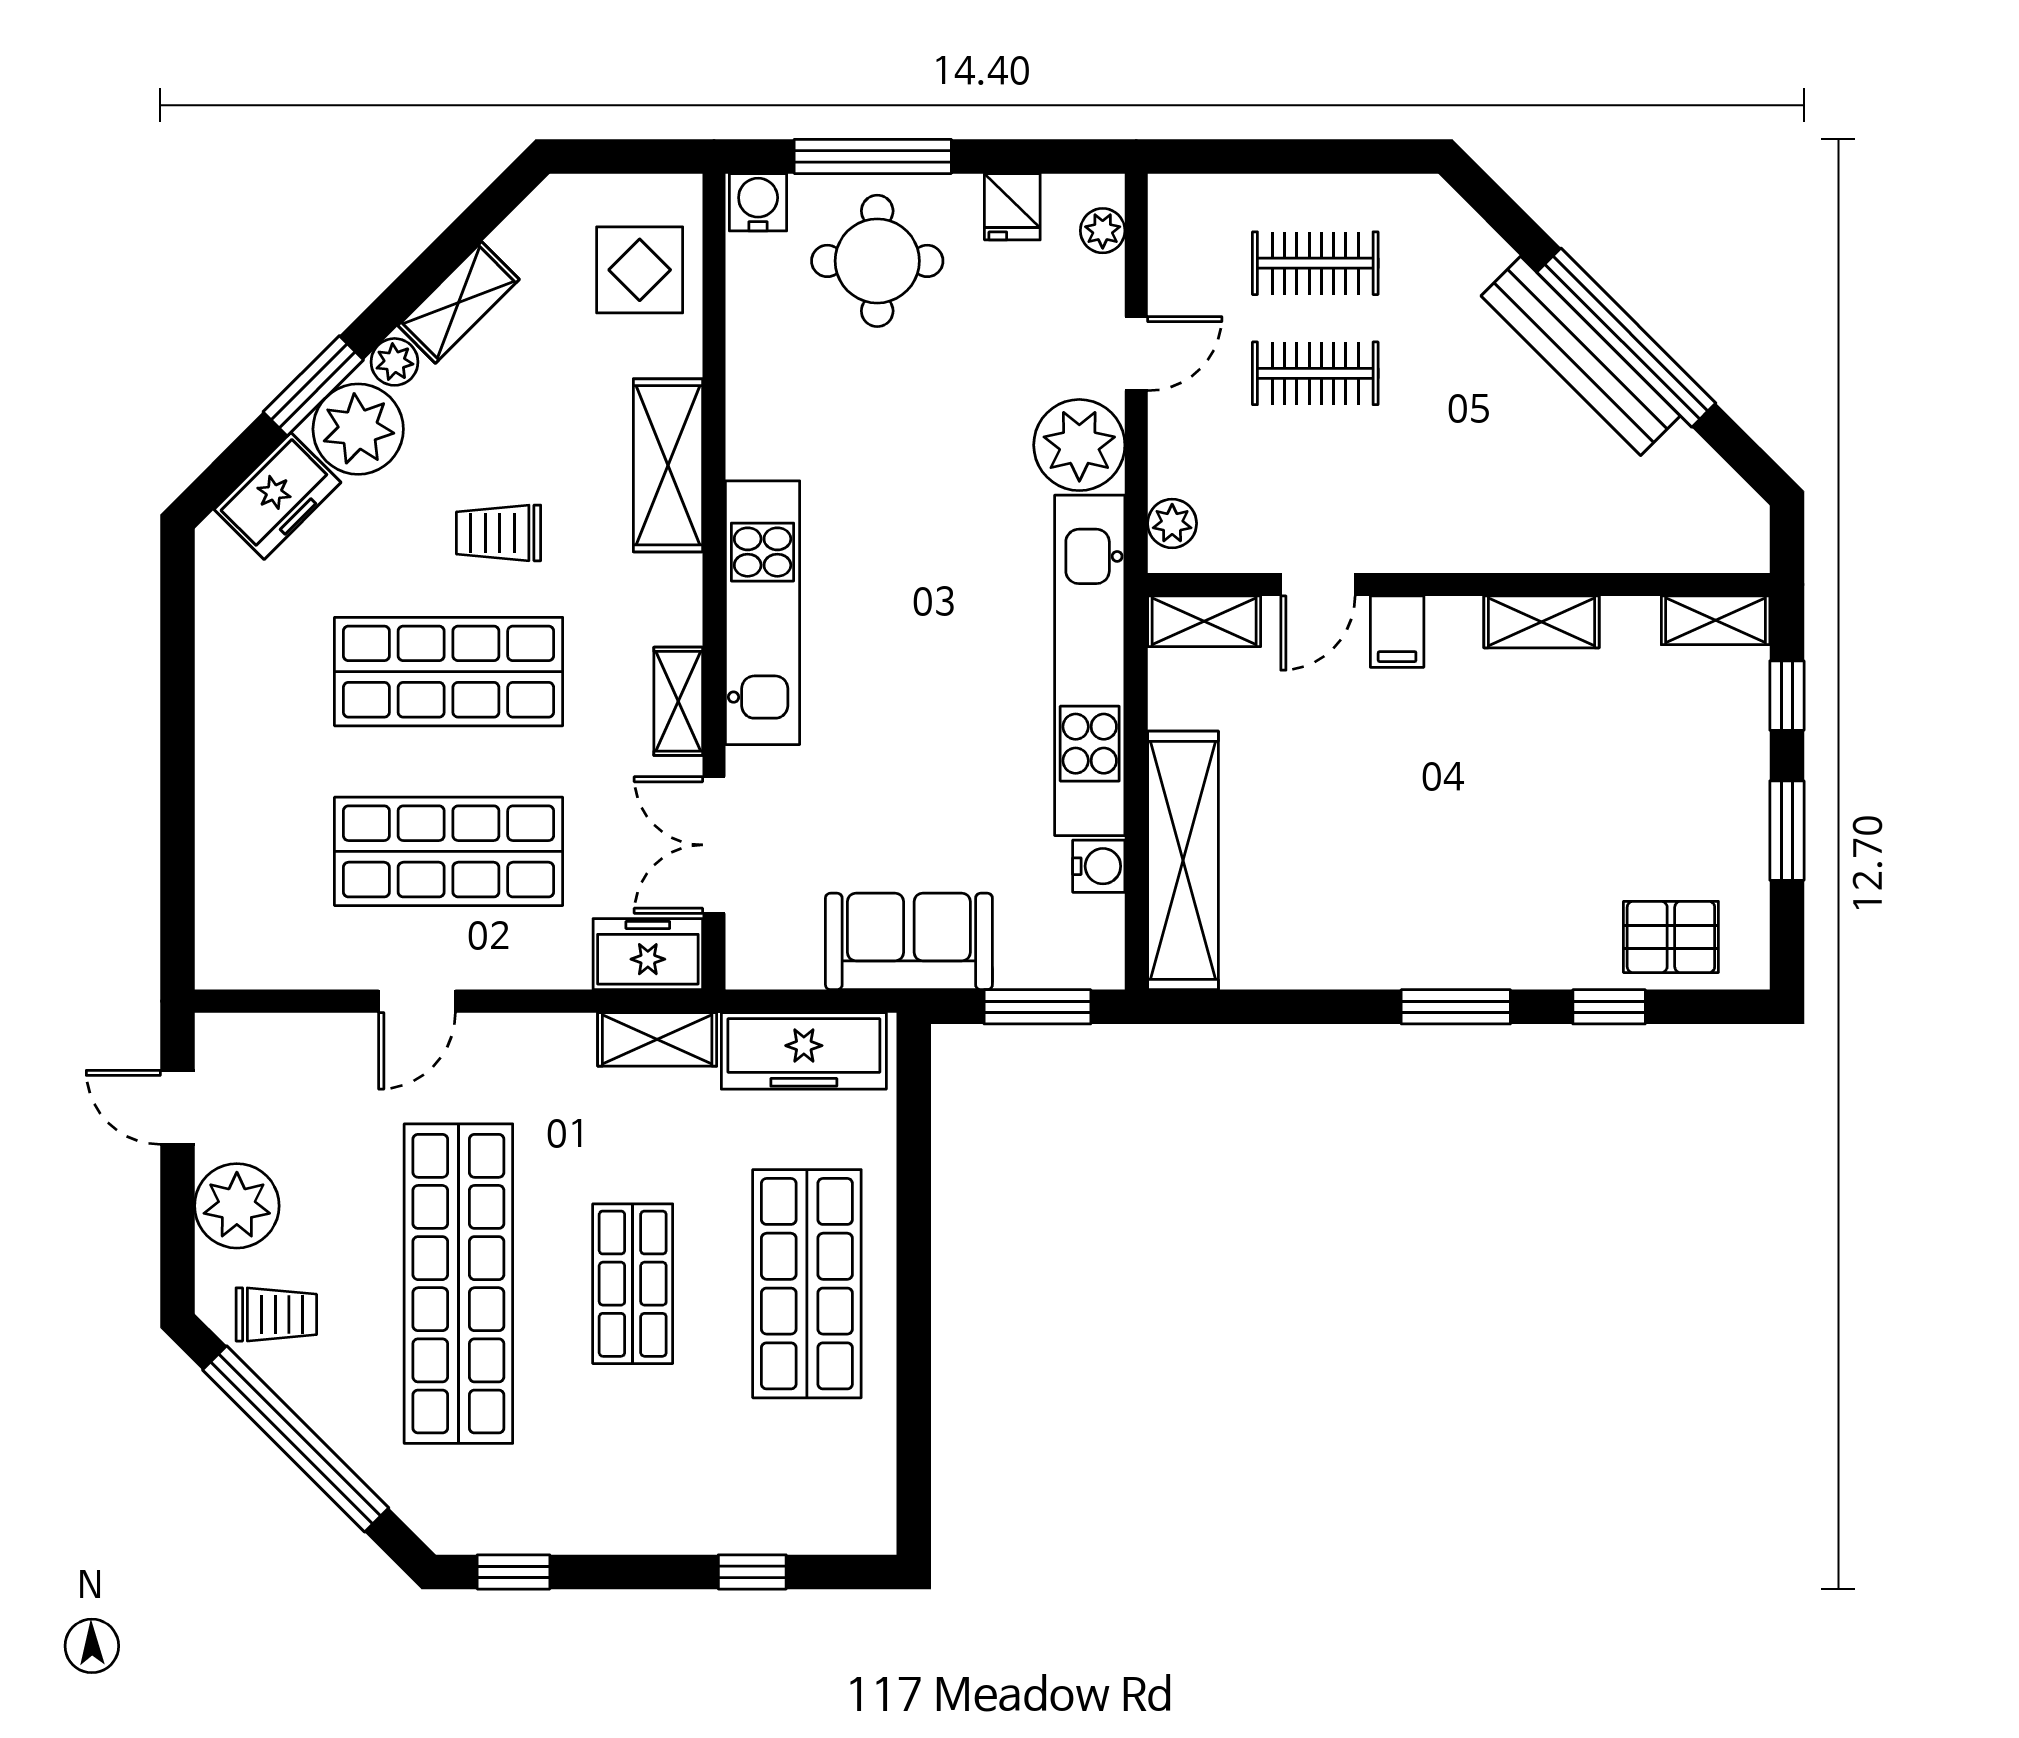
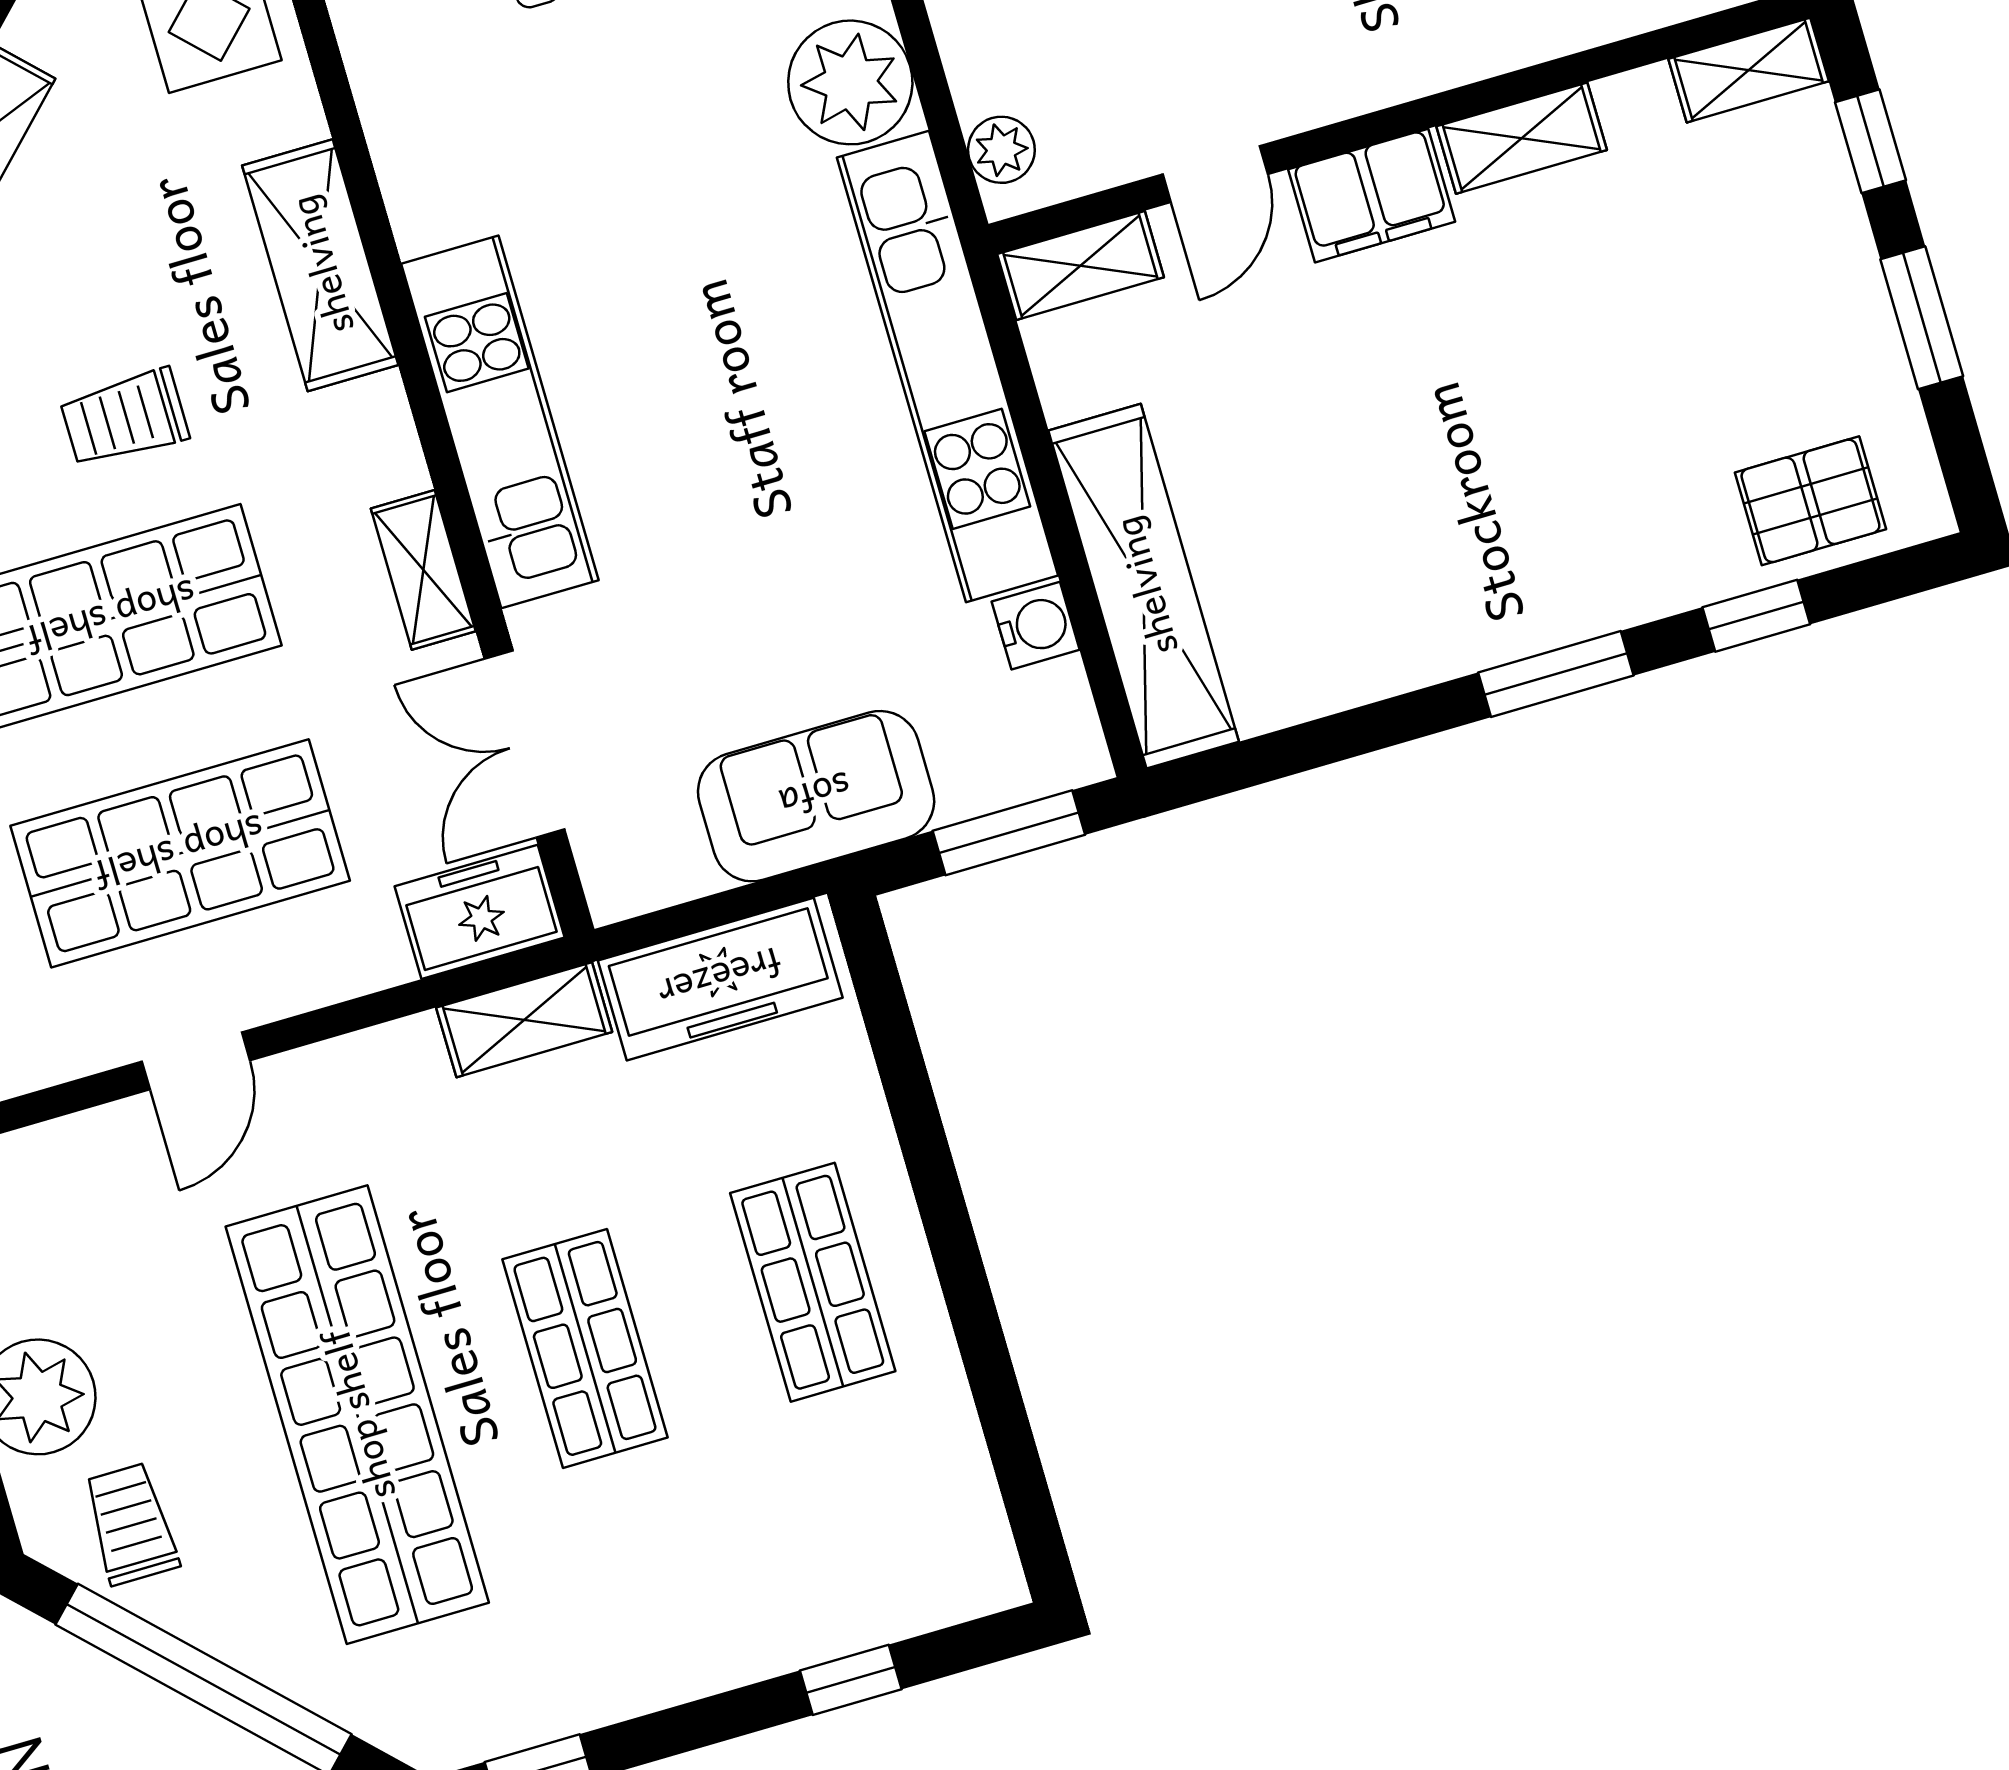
filing cabinet: (1397, 632) -> (1372, 196), width x2.00
shop shelf: (807, 1284) -> (813, 1282), width x0.70, depth x0.74
trolley: (276, 1314) -> (131, 1524), turned -90

